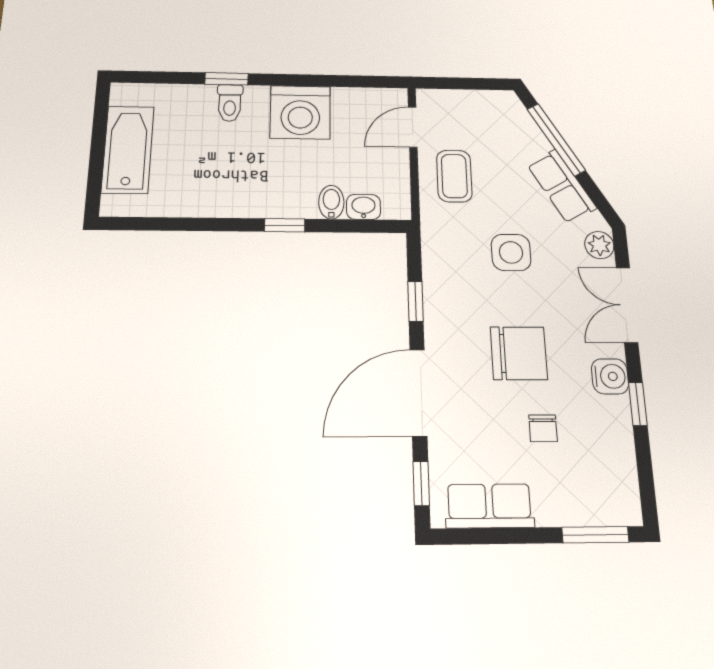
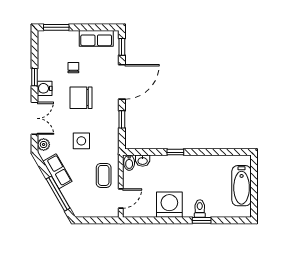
bidet: (331, 202) -> (129, 163), moved

